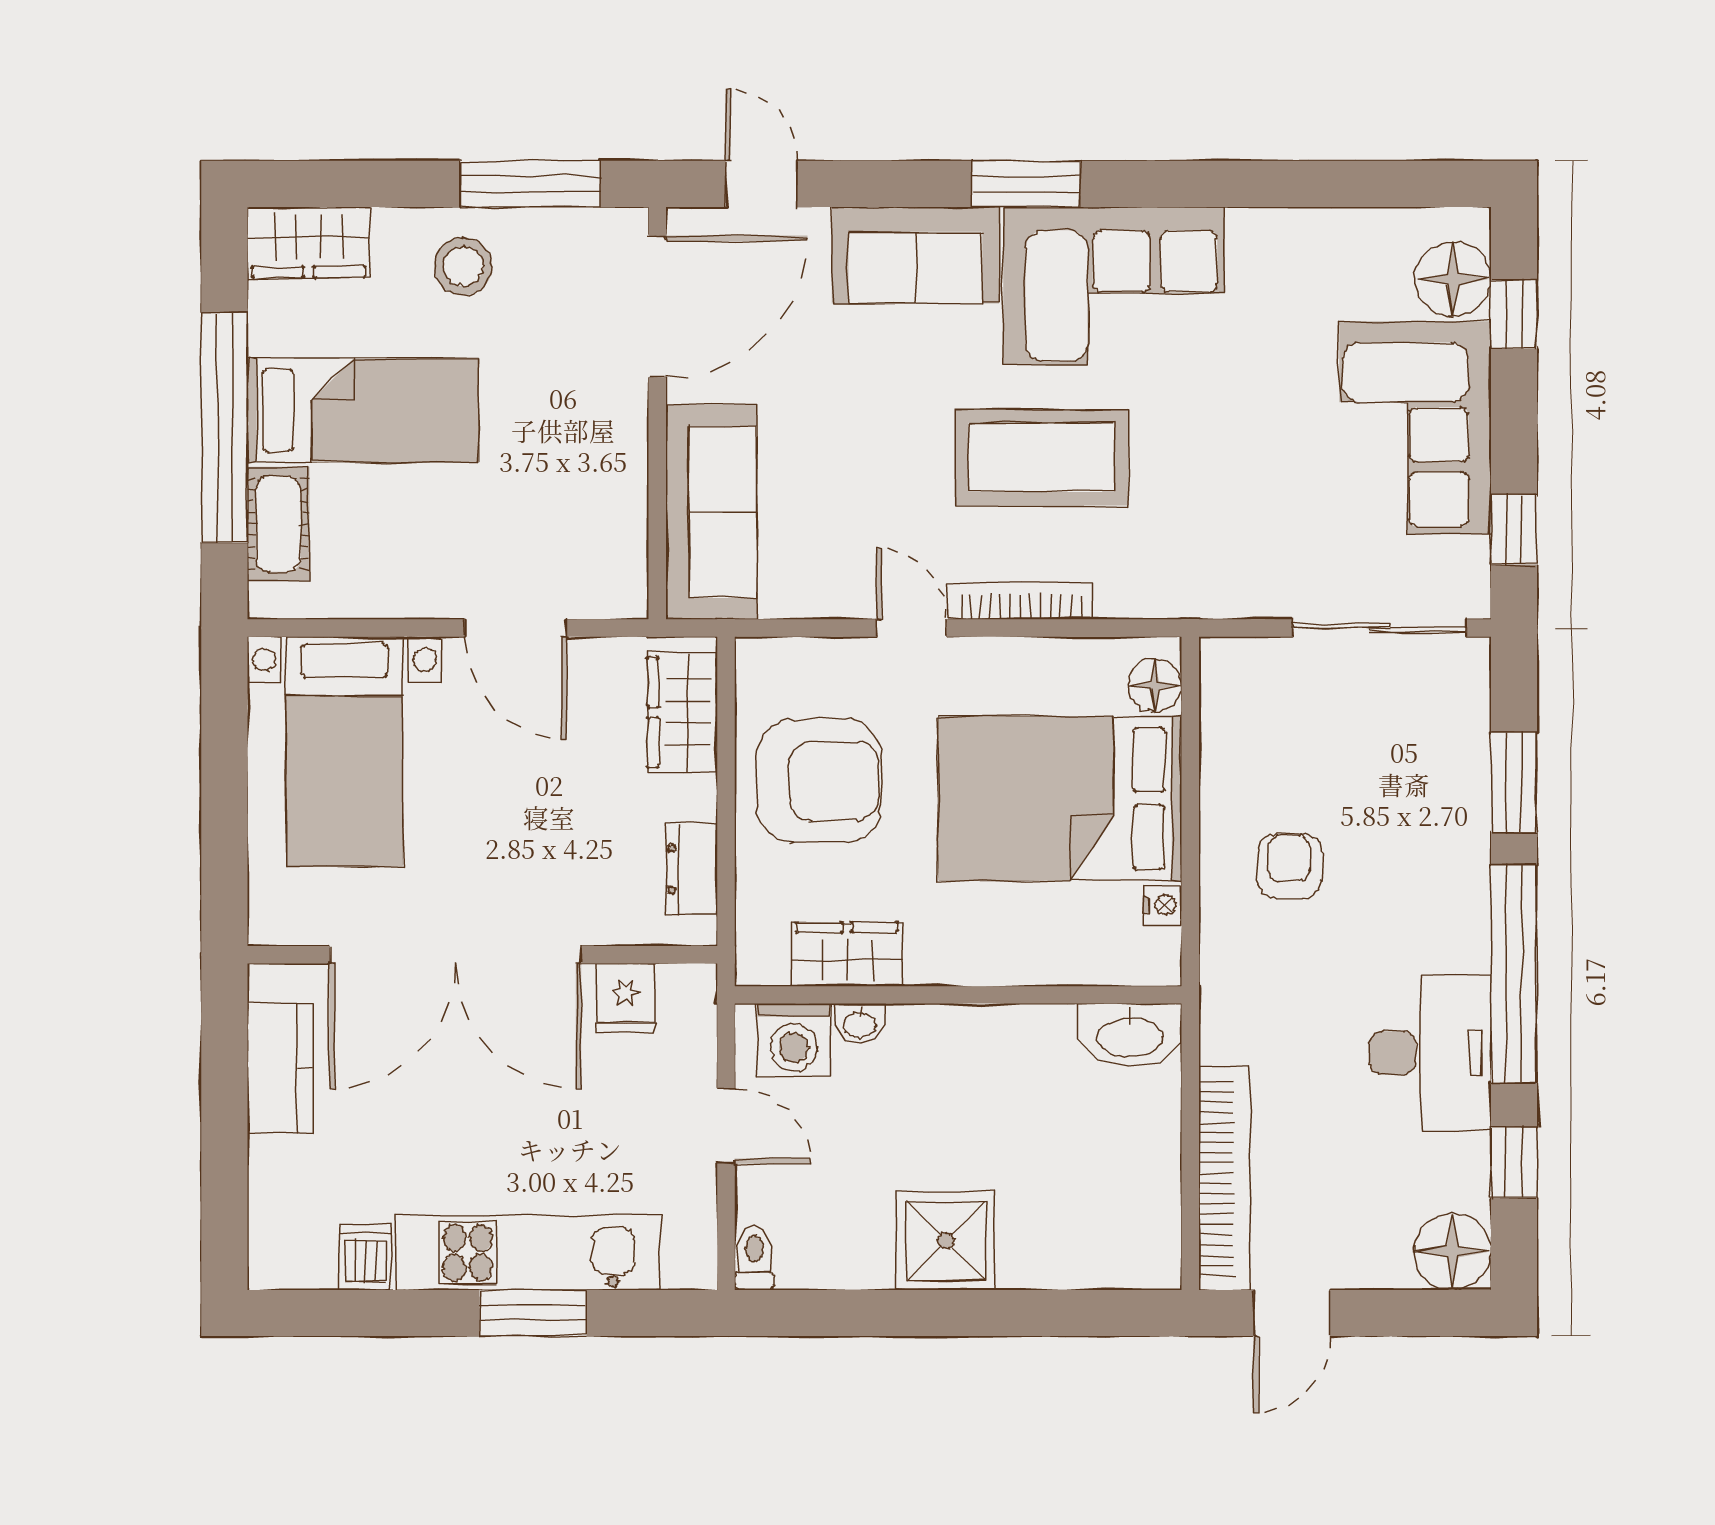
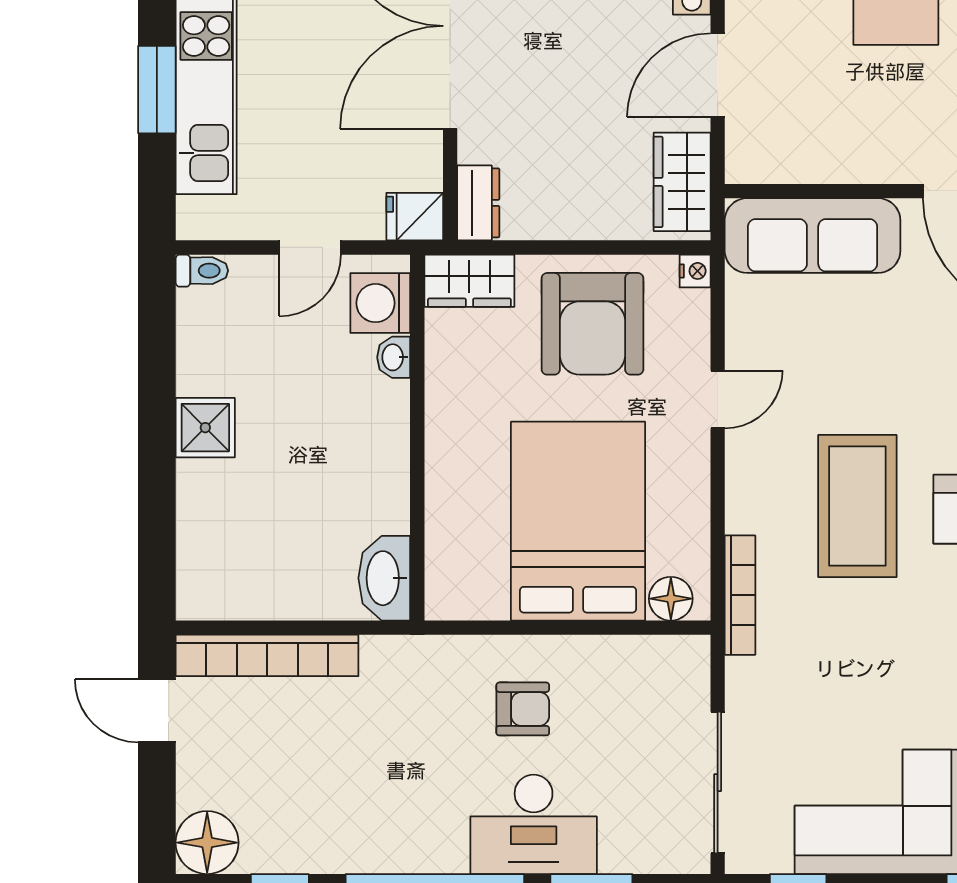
bookcase: (1021, 601) -> (740, 595), moved
wardrobe: (682, 712) -> (682, 182), moved, turned -90
dresser: (692, 869) -> (478, 203), moved, turned 90
nightstand: (1163, 905) -> (695, 271), moved, turned -90
wardrobe: (847, 954) -> (469, 281), moved, turned 90
fridge: (625, 998) -> (415, 217), moved
desk: (1430, 1053) -> (534, 824), moved
shower: (946, 1241) -> (205, 428), width x0.73, depth x0.73

